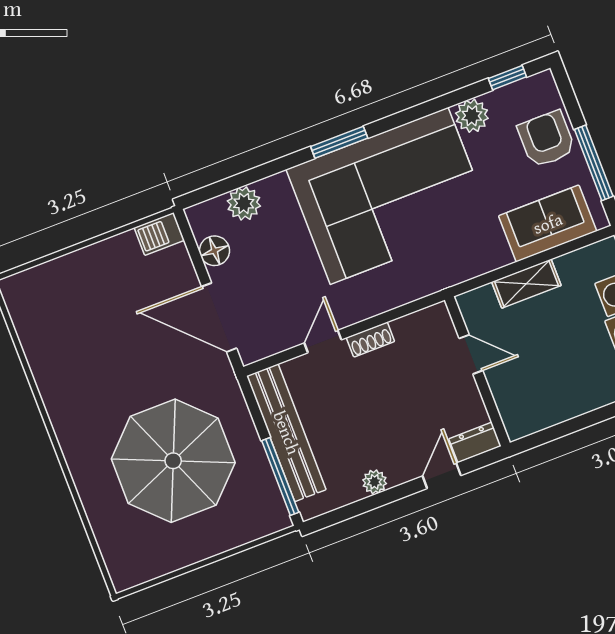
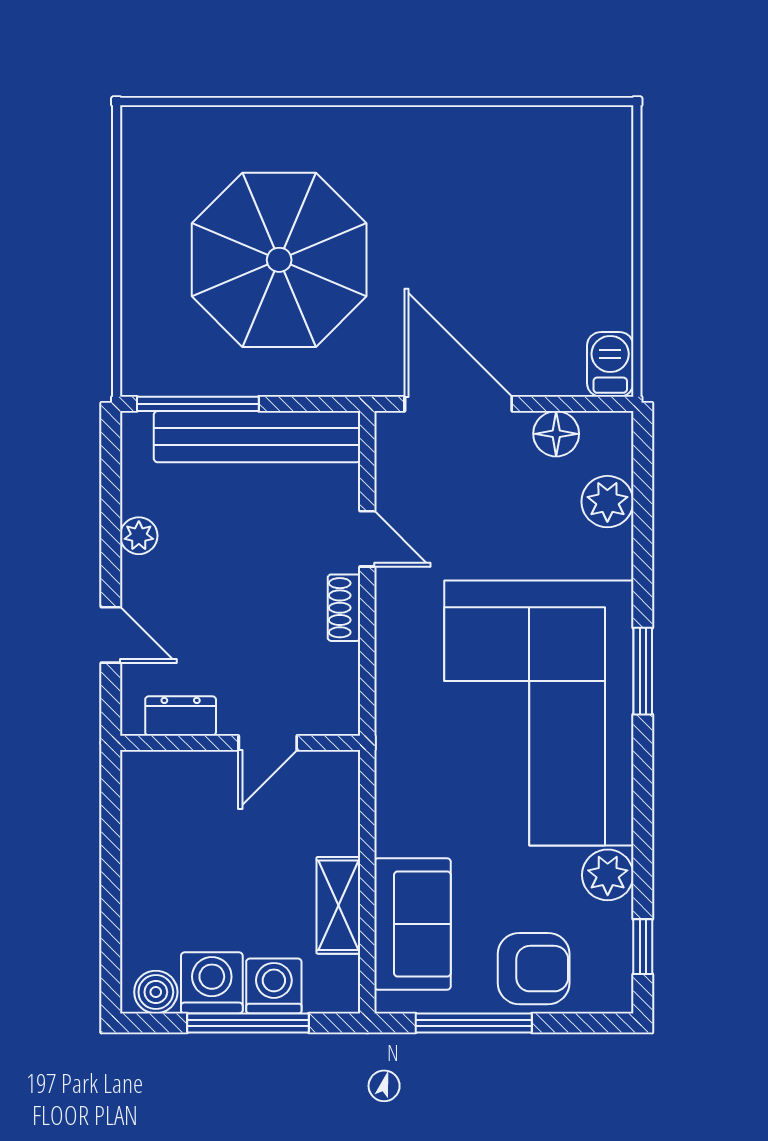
shelving: (526, 284) -> (338, 905), moved
door: (219, 317) -> (458, 404), hinge flipped
dresser: (475, 442) -> (181, 716), moved, turned -90

